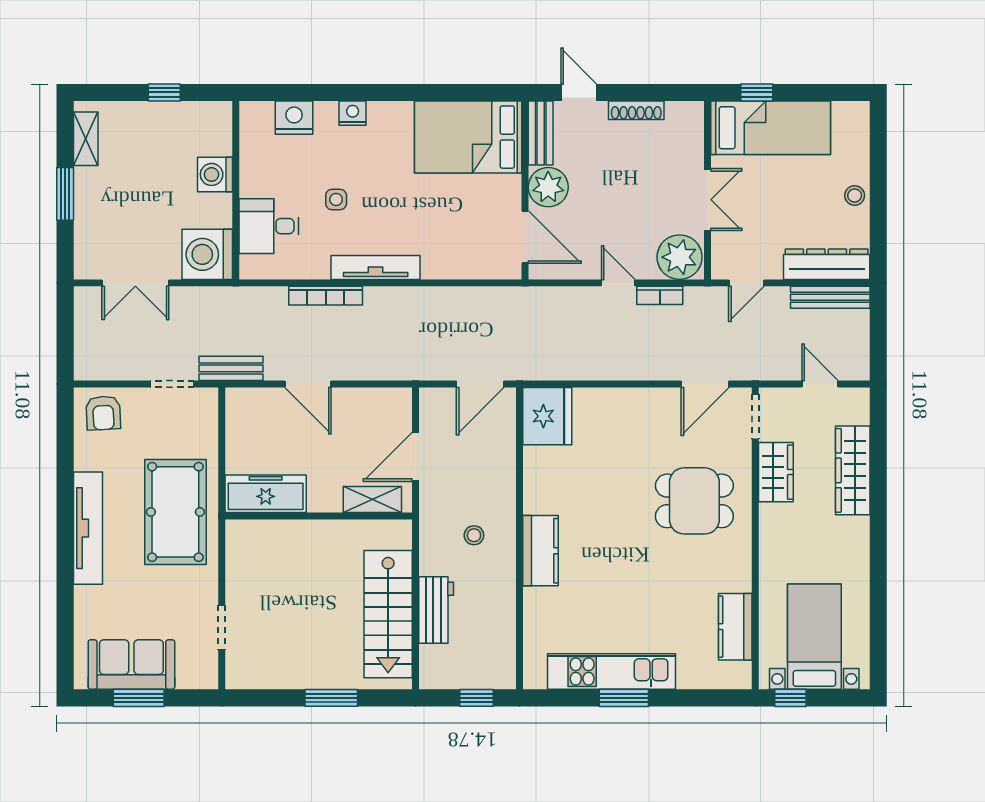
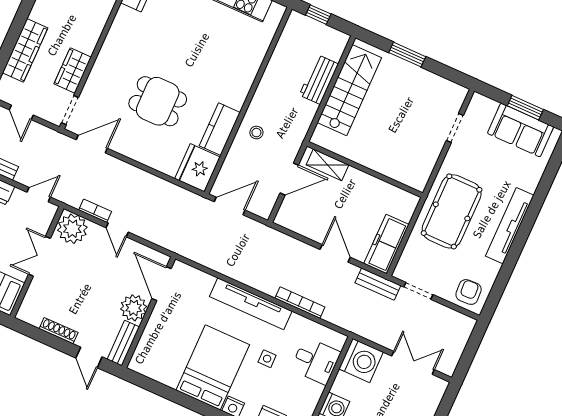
bed: (468, 137) -> (213, 367), moved, turned -90
tv unit: (376, 267) -> (251, 304), width x1.36, depth x1.29
freezer: (266, 494) -> (386, 244), moved, turned 90
dining table: (694, 501) -> (158, 101), moved
stool: (474, 535) -> (256, 133), moved
kitchen counter: (540, 551) -> (220, 129), moved

